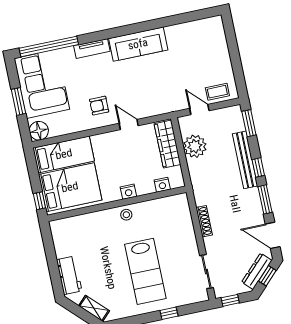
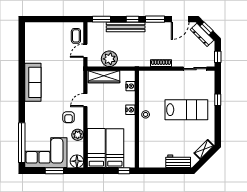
tv unit: (92, 49) -> (29, 114), removed
plant: (77, 124) -> (78, 135), added
bed: (70, 187) -> (115, 148), width x0.67

